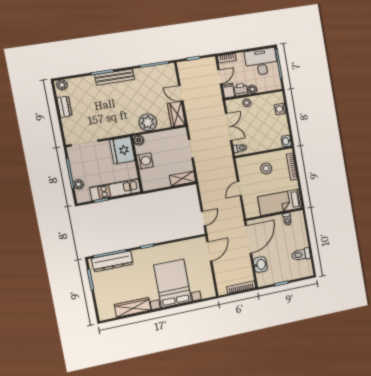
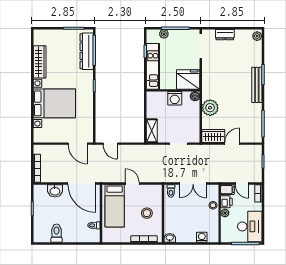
dresser: (64, 107) -> (225, 35), moved
bed: (280, 202) -> (115, 206), moved, turned 180

